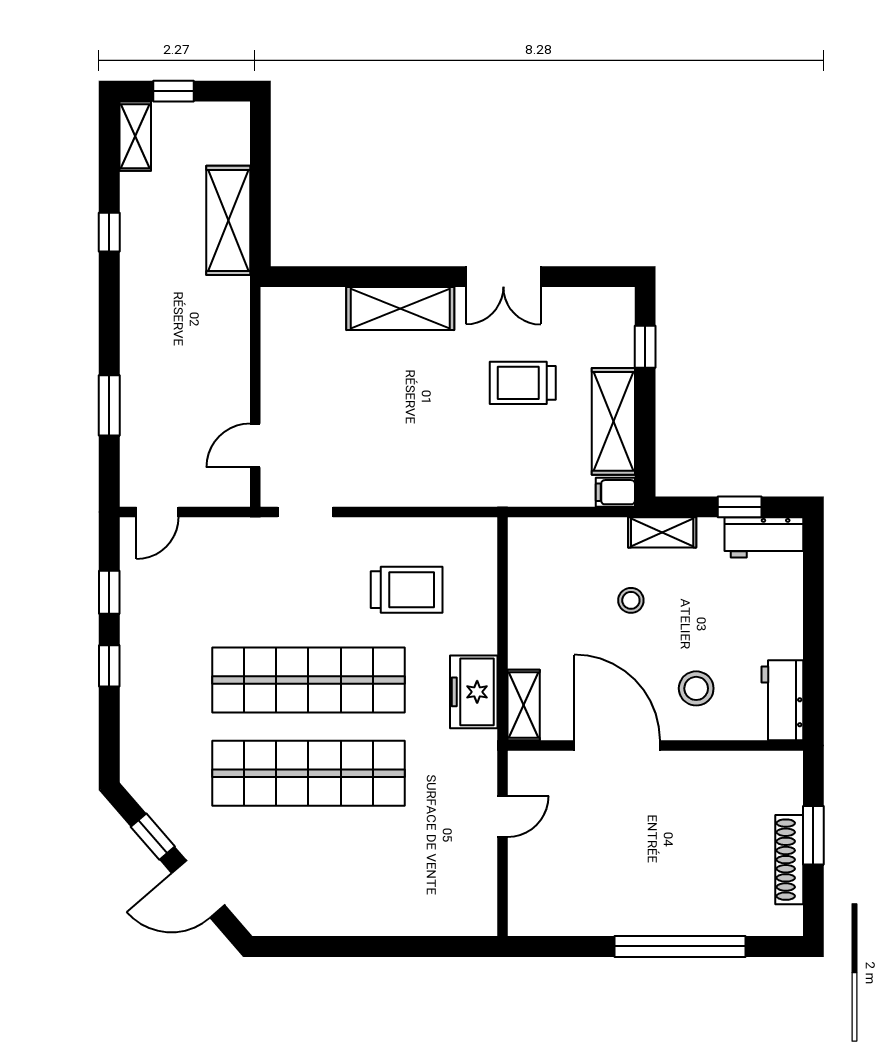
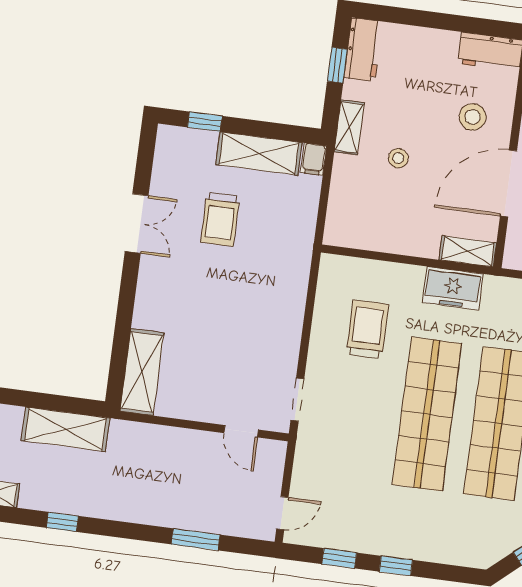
shelving: (400, 309) -> (142, 372), moved
door: (157, 512) -> (282, 513), hinge flipped

